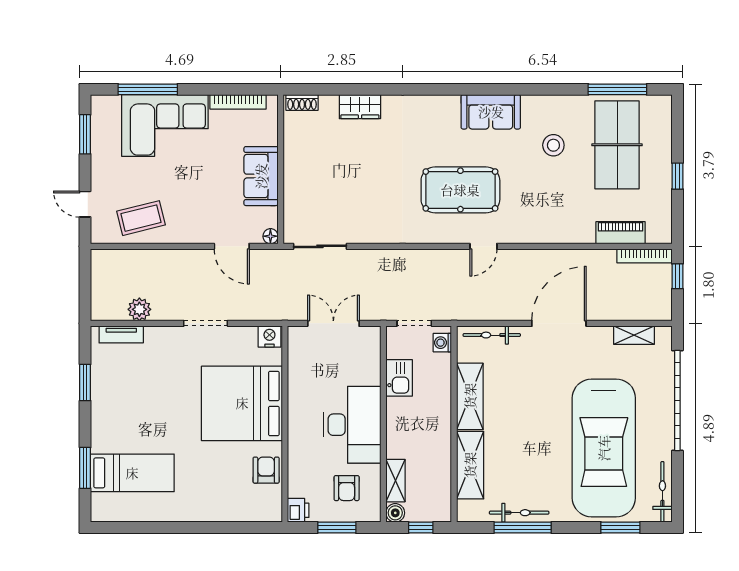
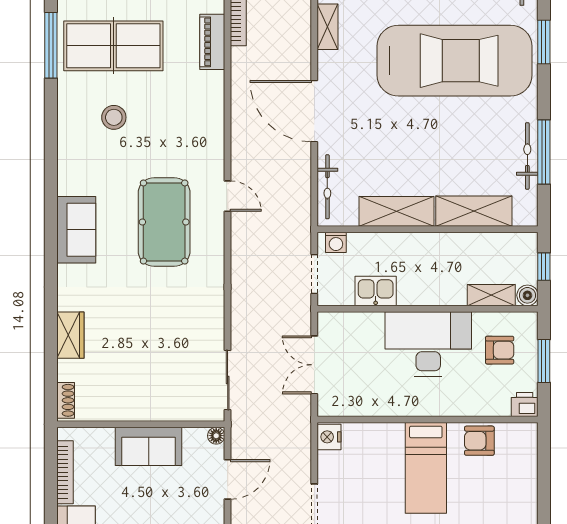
sofa: (491, 112) -> (76, 230), moved
bed: (242, 403) -> (426, 468), width x0.49

